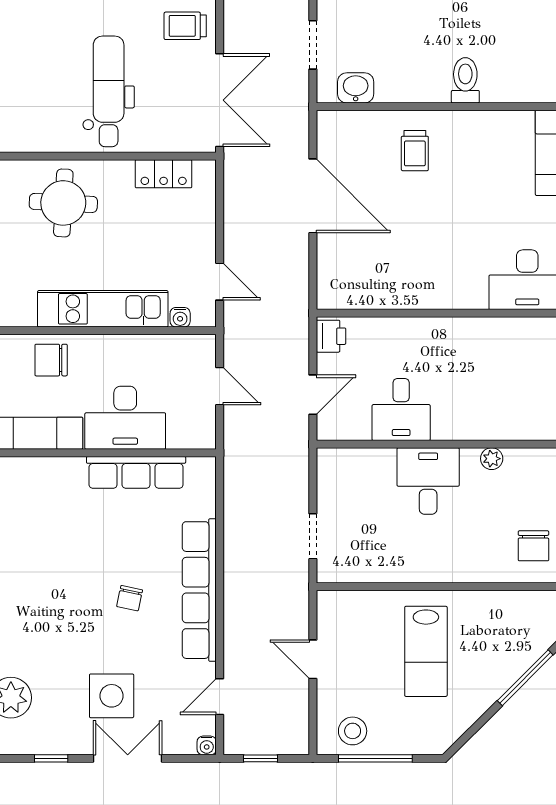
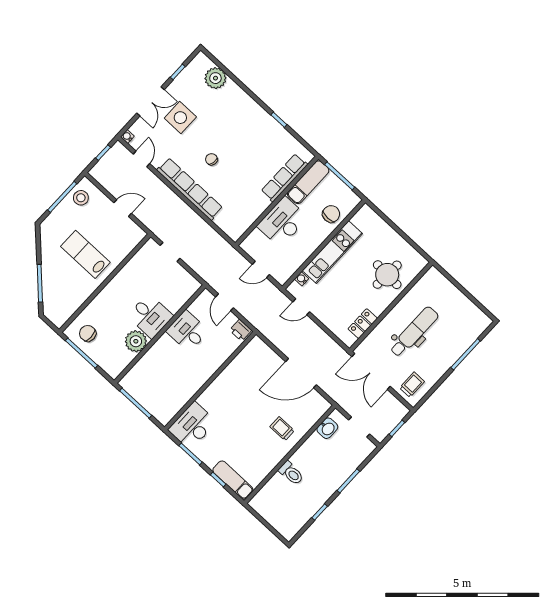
dental chair: (109, 91) -> (414, 332), turned -90
plant: (492, 459) -> (136, 341), width x1.88, depth x1.88
row of seats: (136, 472) -> (284, 178), moved

